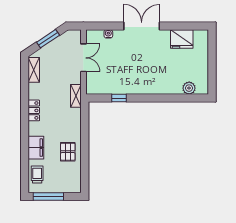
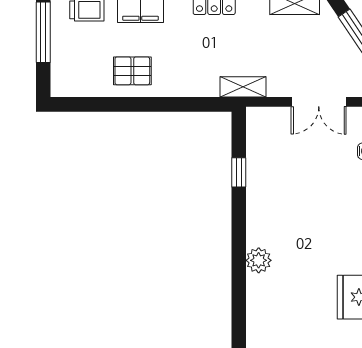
plant: (189, 88) -> (259, 260), moved

